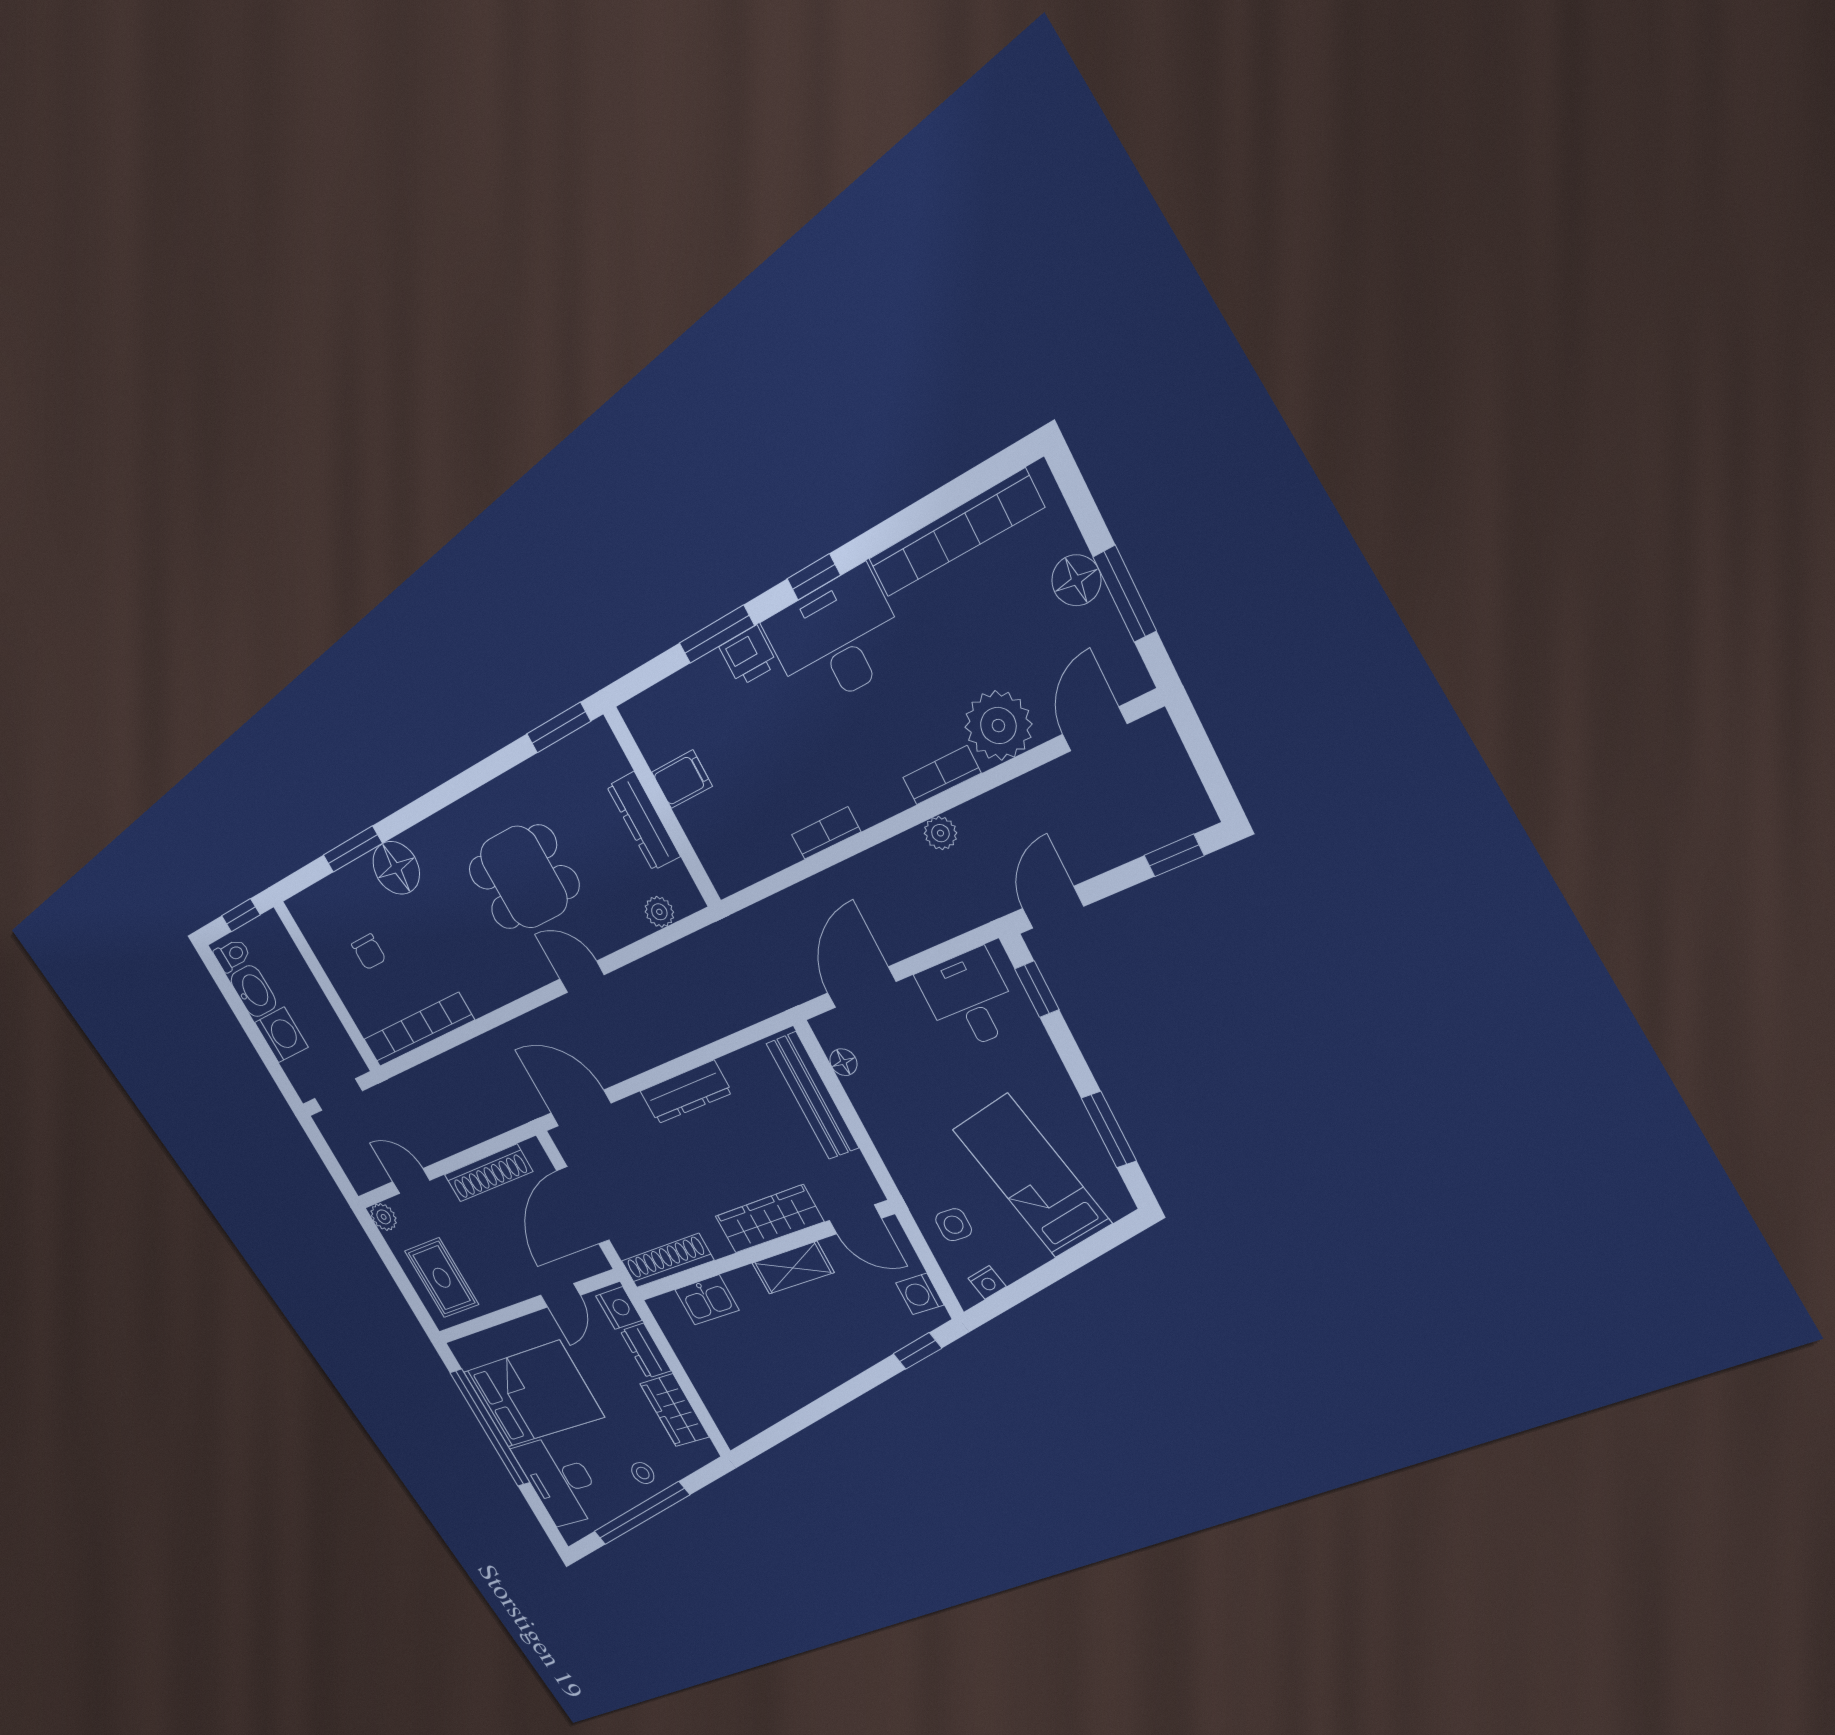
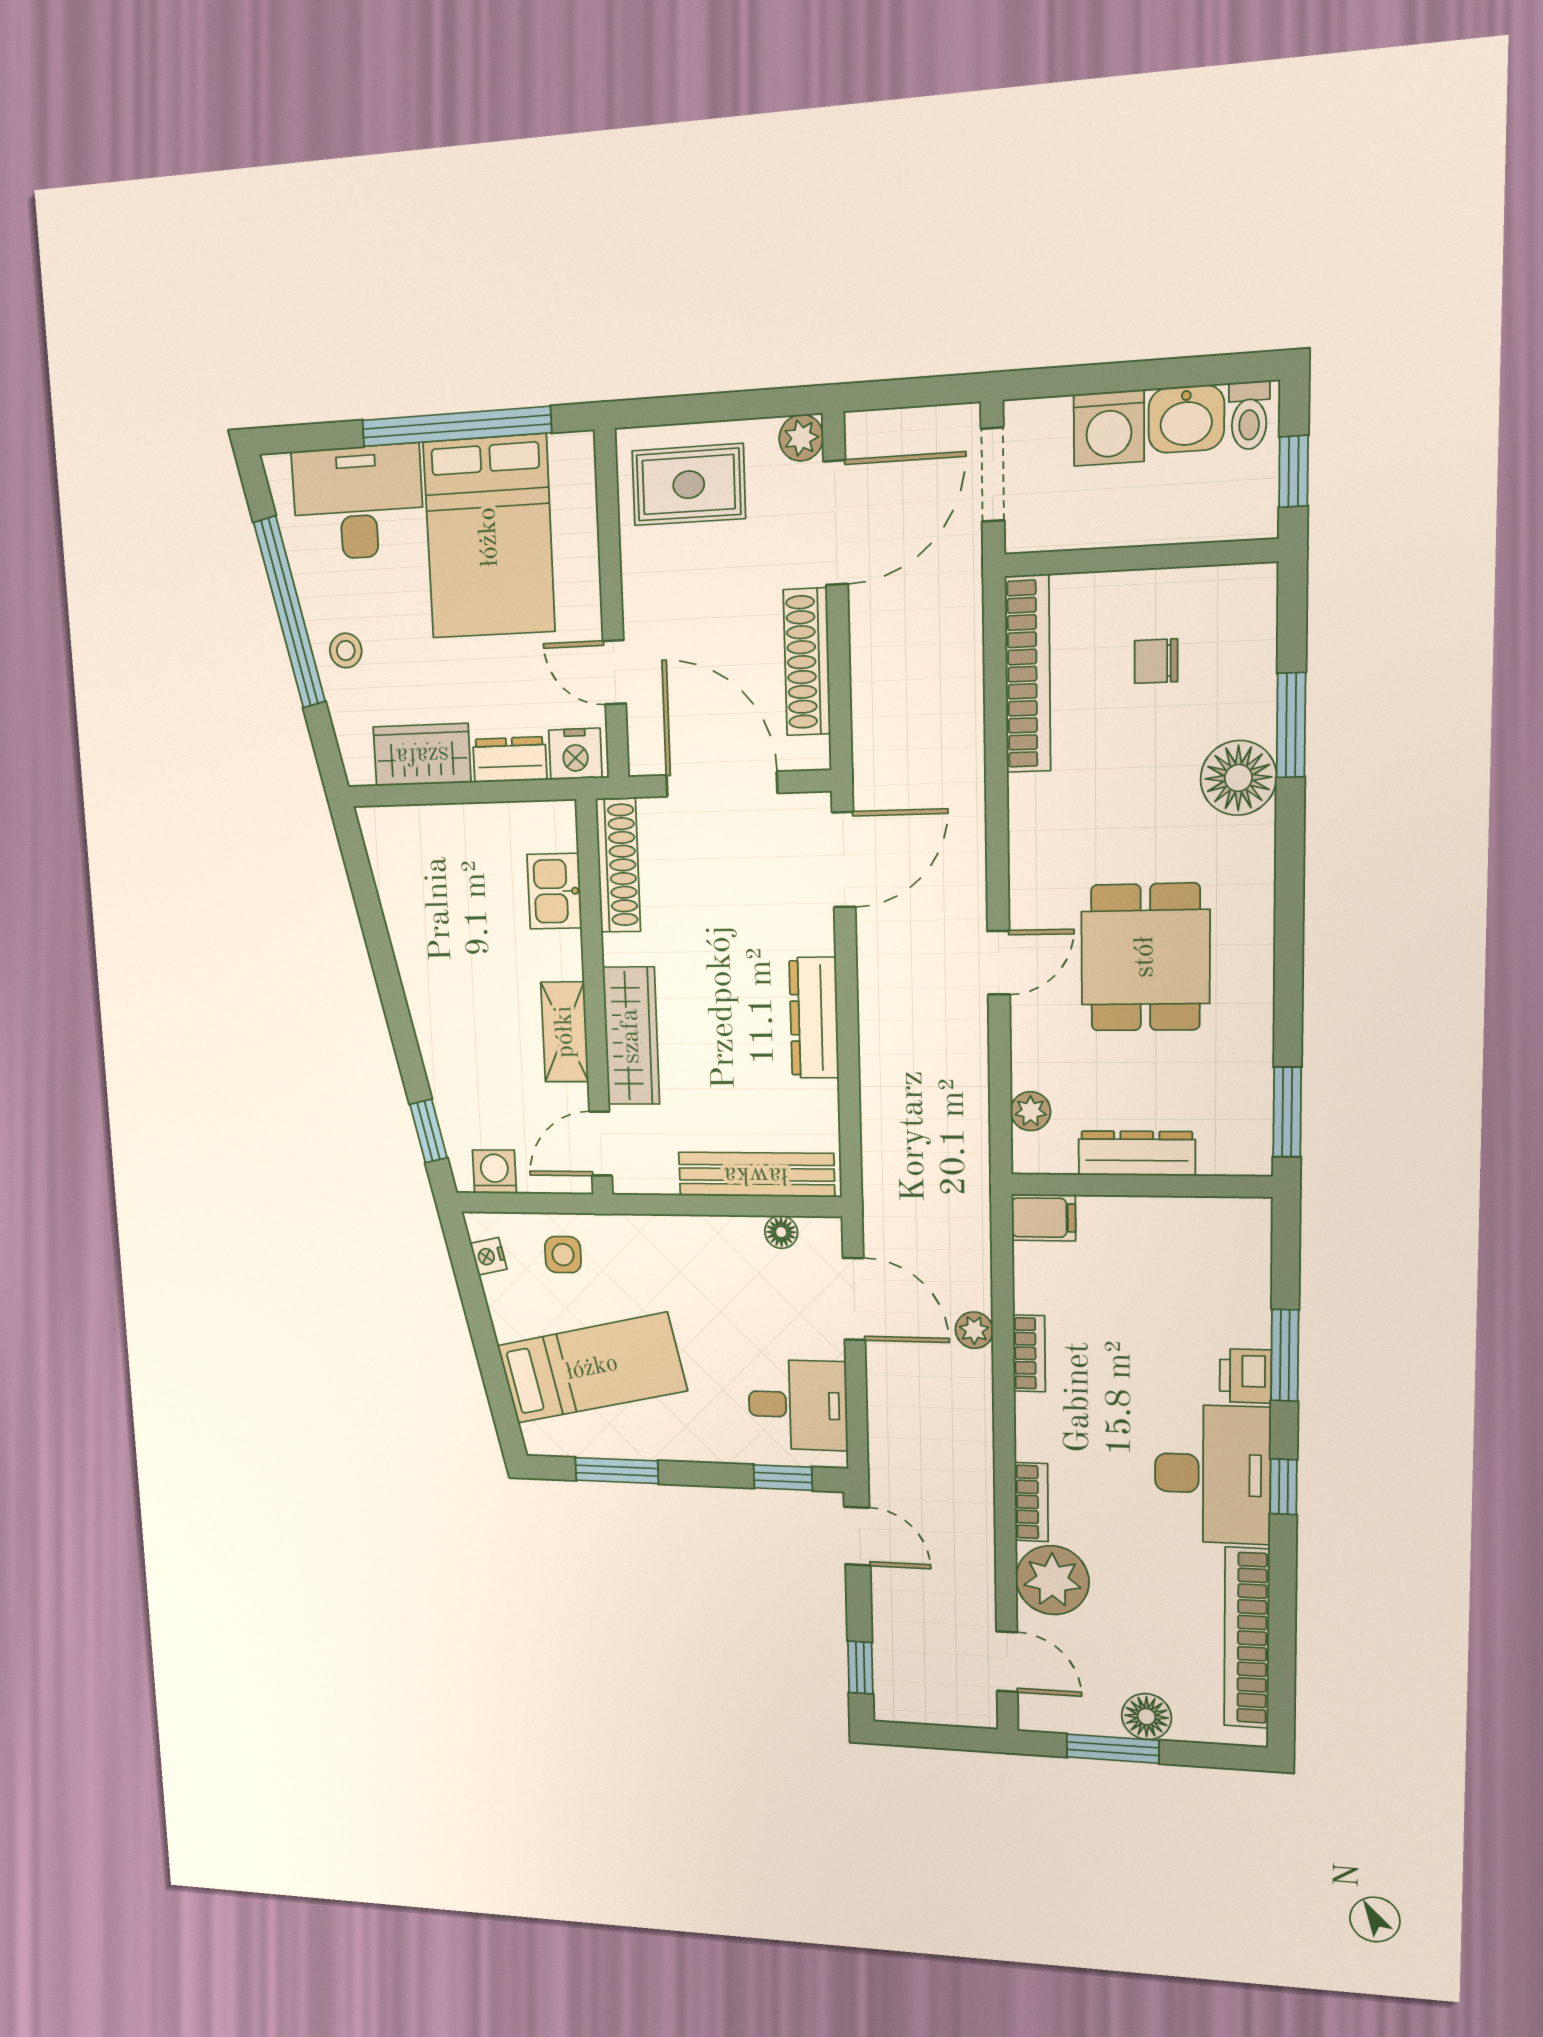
filing cabinet: (682, 779) -> (1044, 1218), moved, turned -90
plant: (940, 833) -> (974, 1330), moved
door: (411, 1181) -> (836, 523), width x1.88

